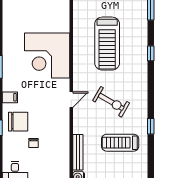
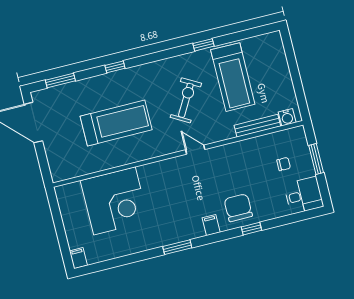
corner desk: (47, 55) -> (114, 201), moved
chair: (34, 143) -> (284, 164), moved
treadmill: (120, 143) -> (233, 77), width x1.37, depth x1.38

